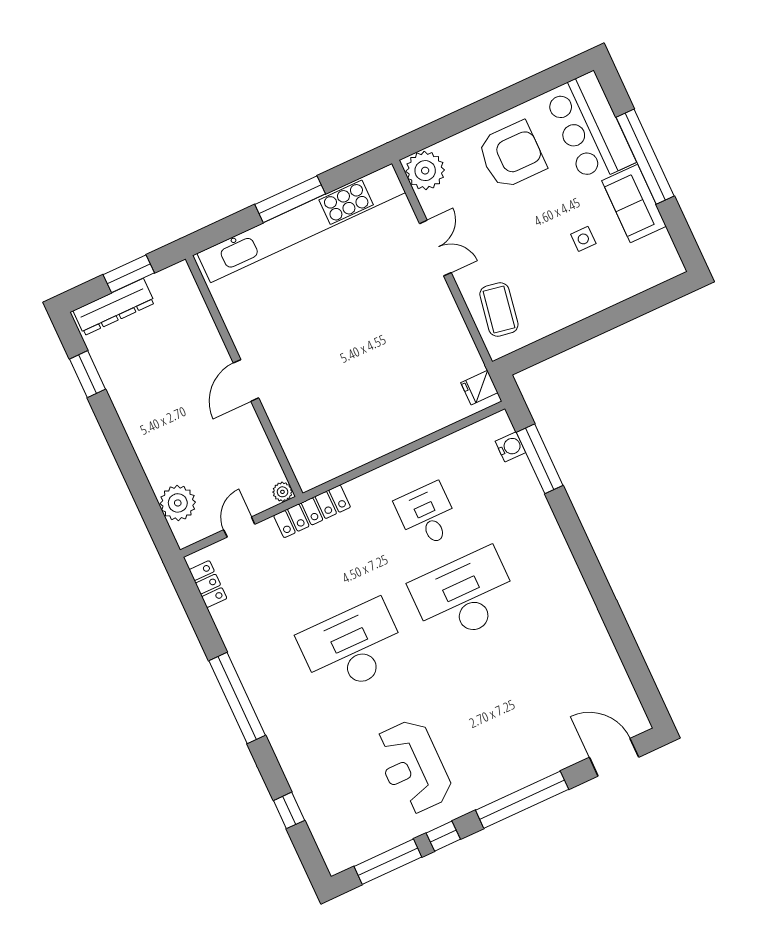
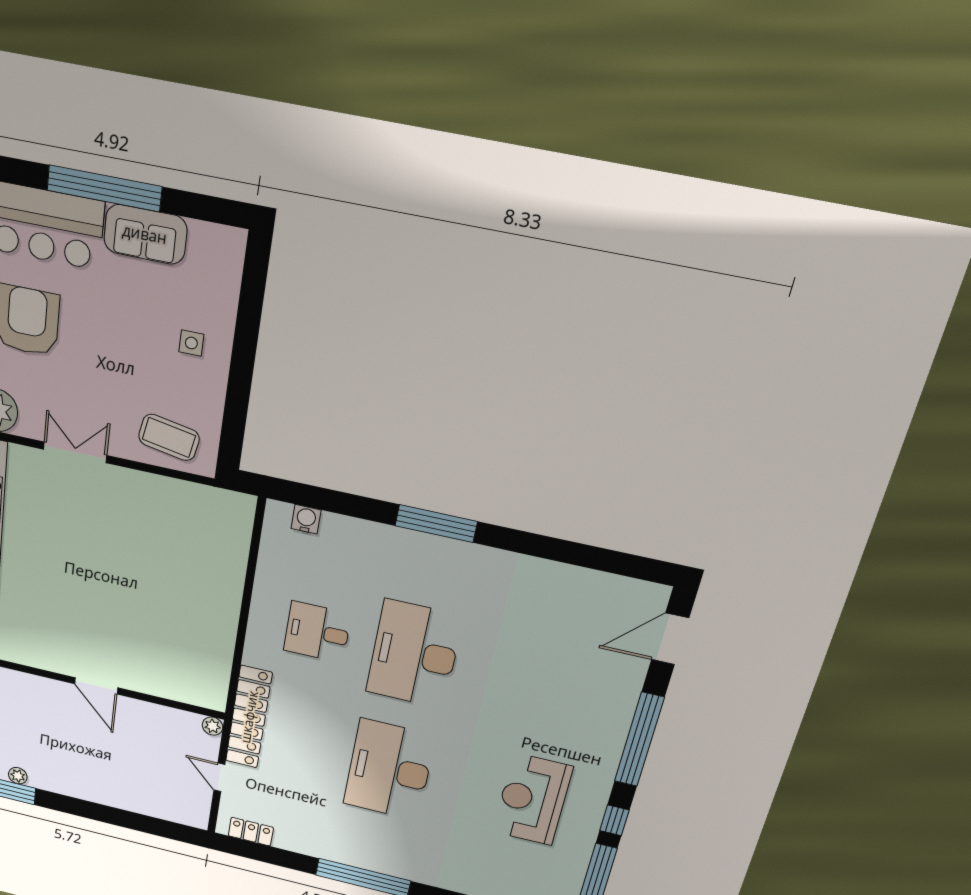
side table: (583, 239) -> (191, 343), moved
fridge: (479, 388) -> (231, 507), removed
window: (540, 459) -> (436, 524), moved
plant: (178, 503) -> (18, 776), moved, width x0.53, depth x0.53
locker: (312, 511) -> (249, 717), width x1.41, depth x1.21
reception desk: (413, 767) -> (532, 799), turned 90

